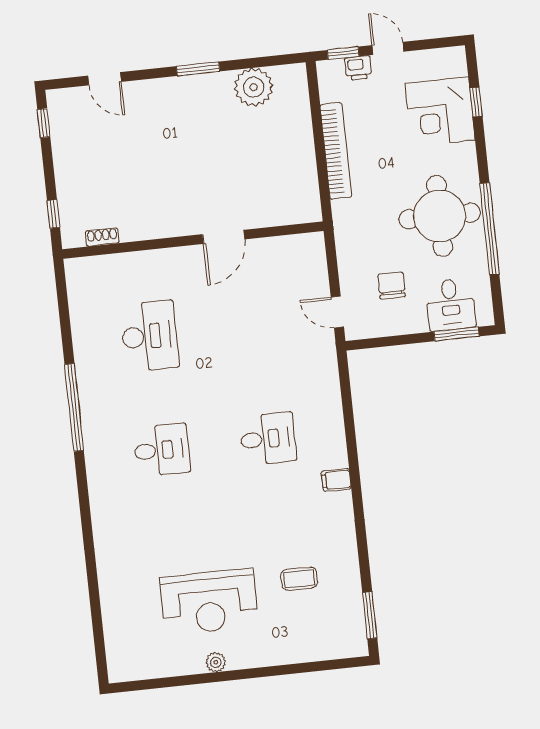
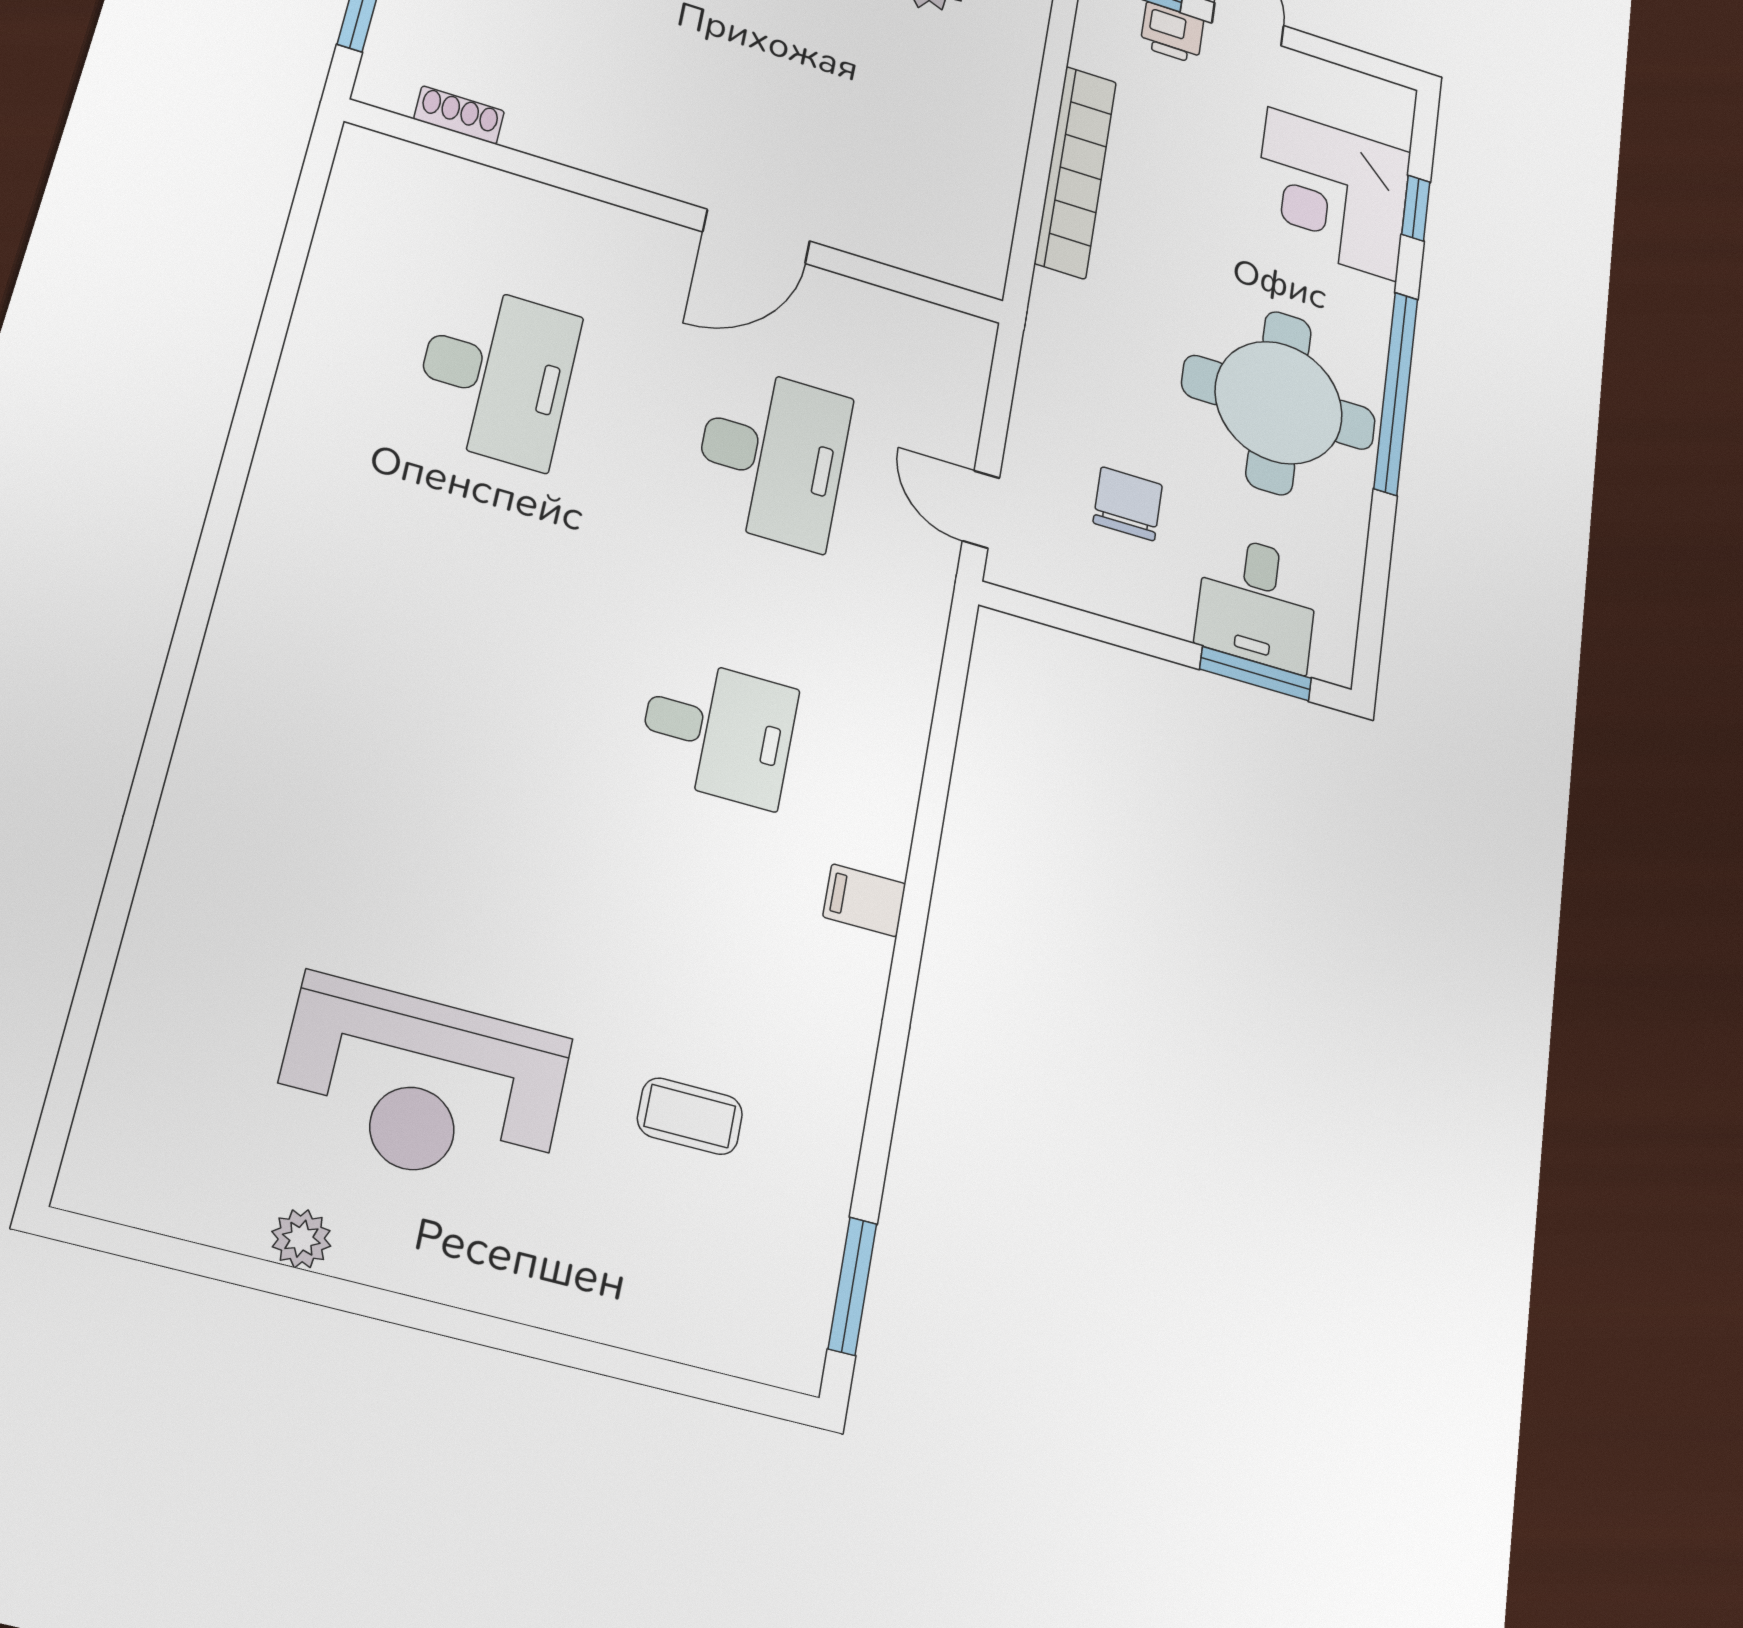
window: (490, 229) -> (1396, 393), moved
window: (74, 407) -> (237, 459), removed
desk: (162, 450) -> (772, 456), moved, width x1.37
plant: (216, 662) -> (301, 1239), moved

